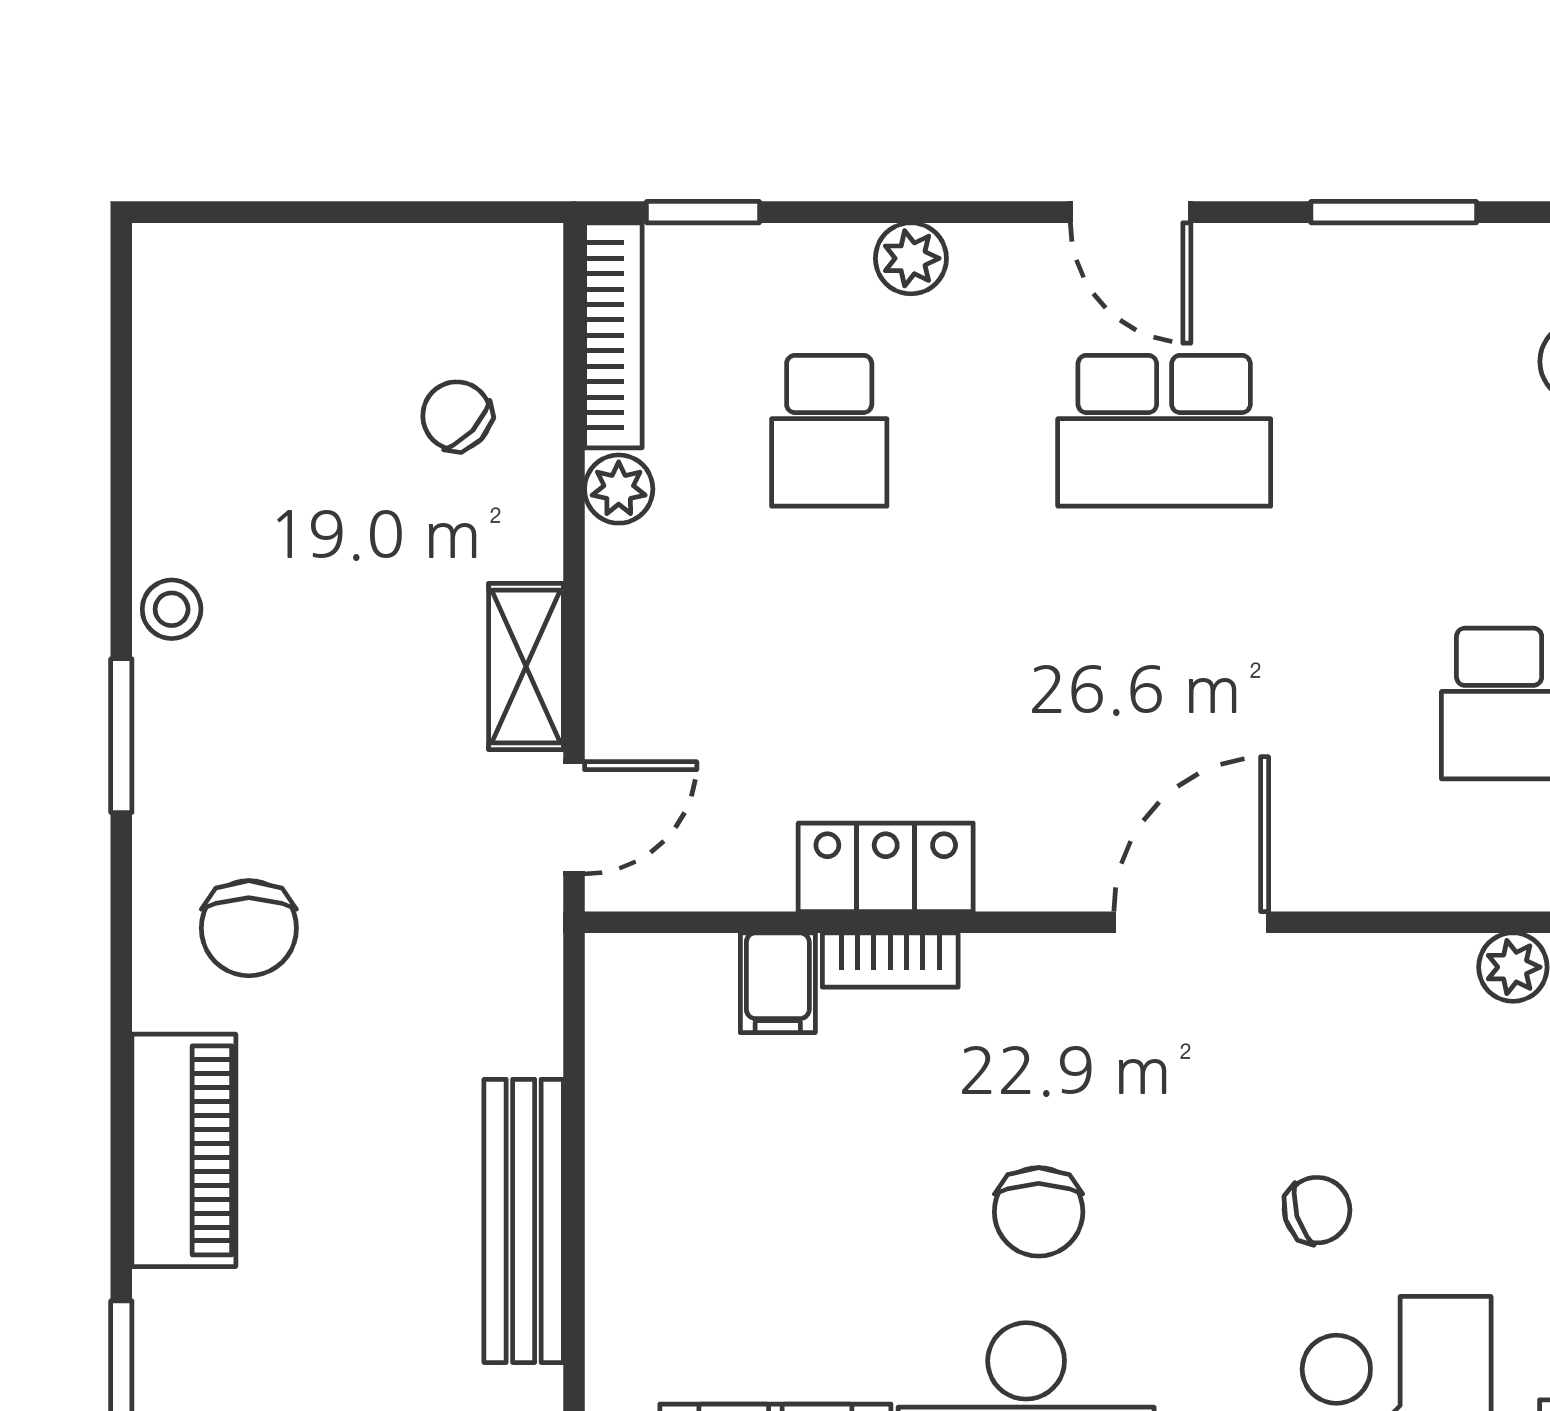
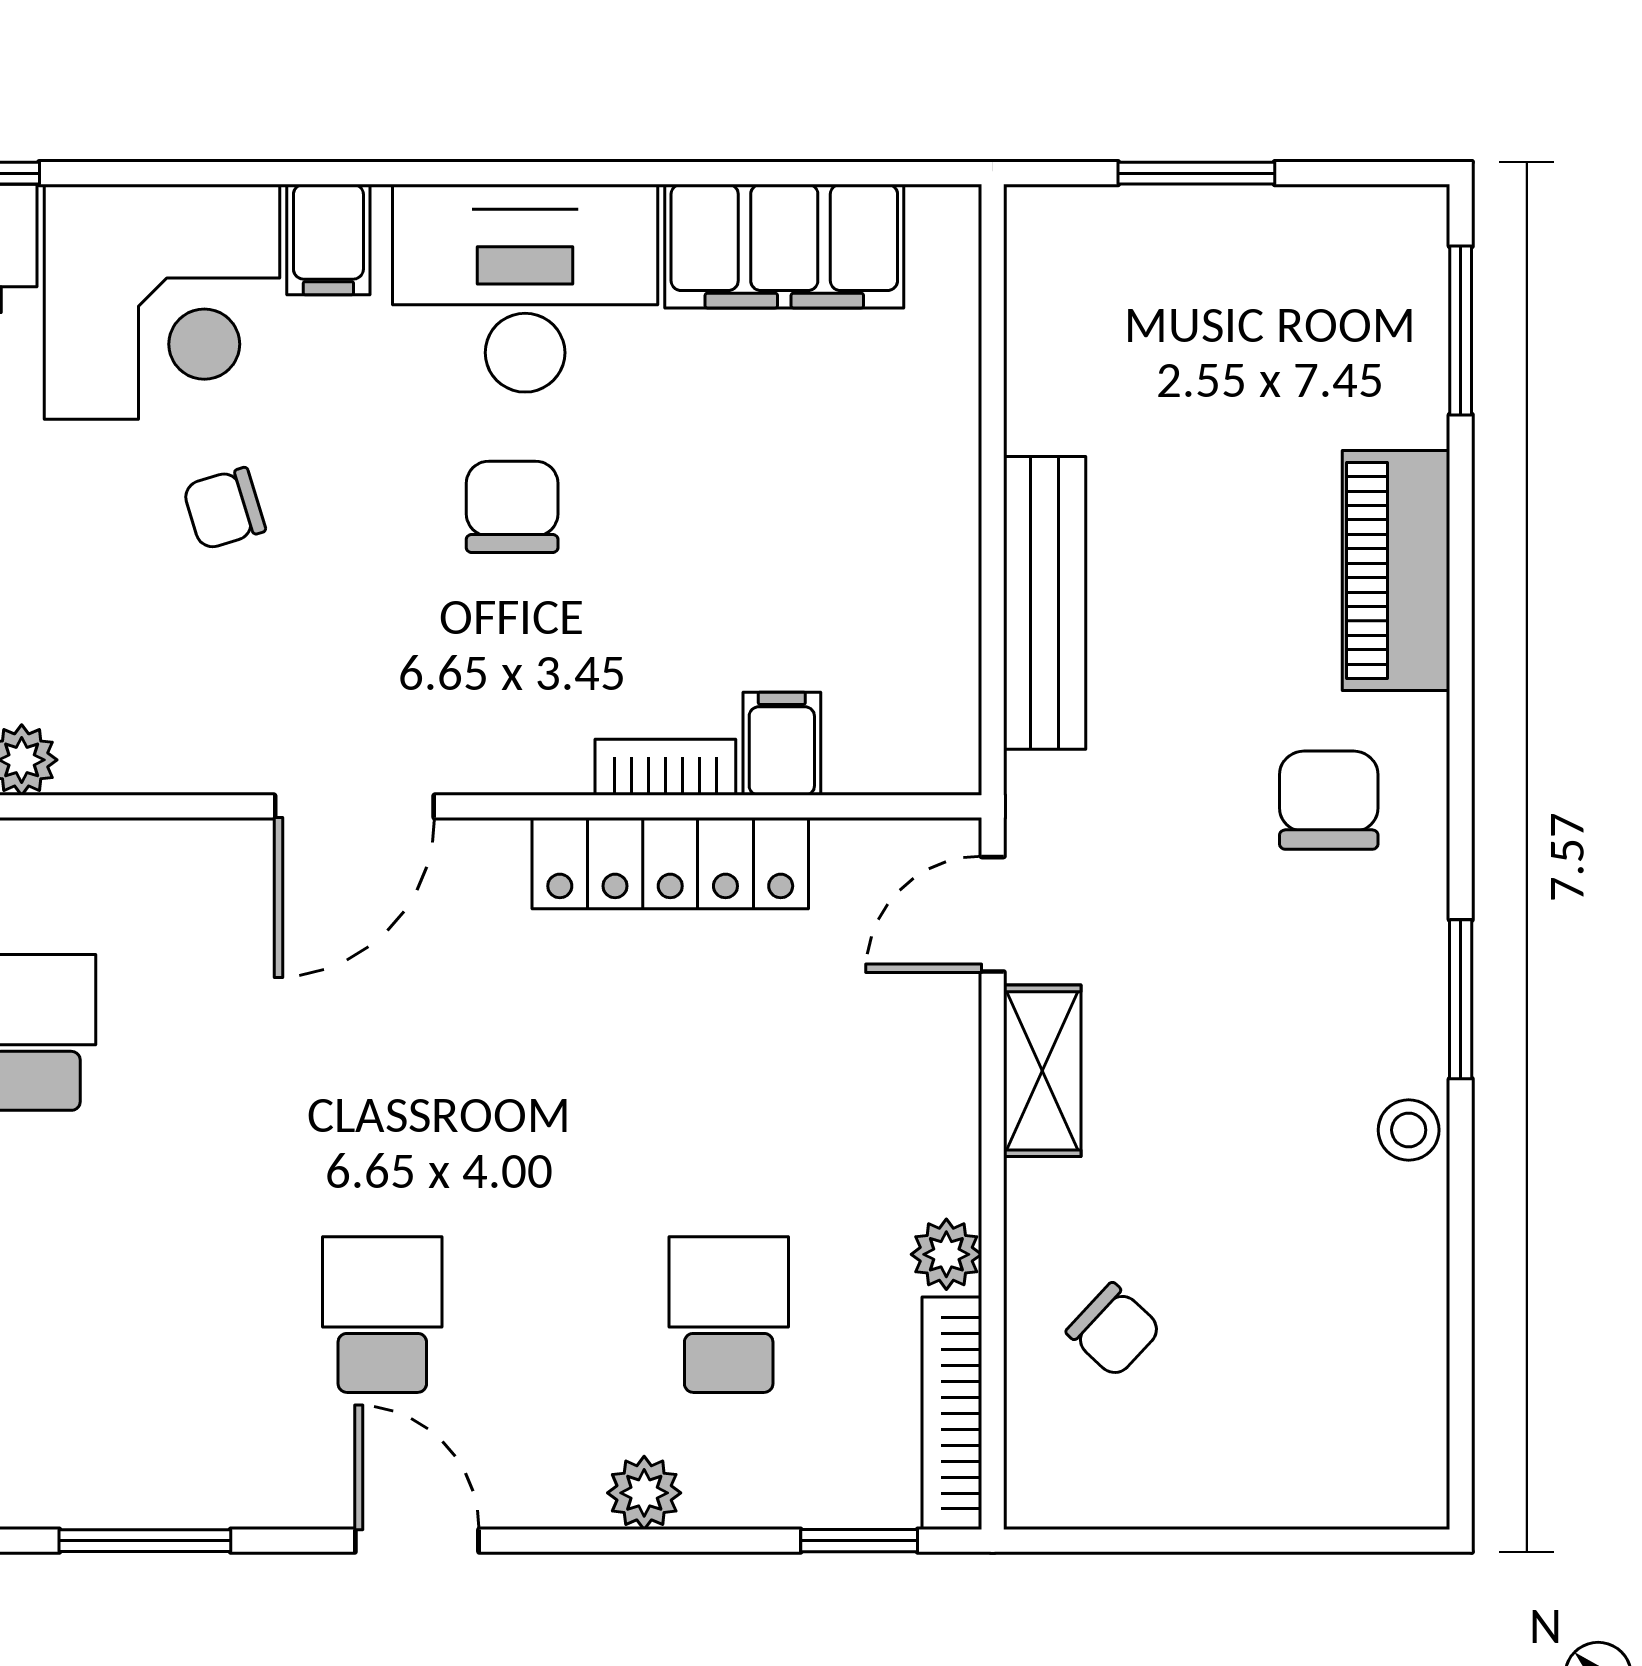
school desk: (1164, 431) -> (382, 1315), width x0.54
locker: (886, 867) -> (670, 863), width x1.53
bench: (524, 1221) -> (1045, 603), moved

